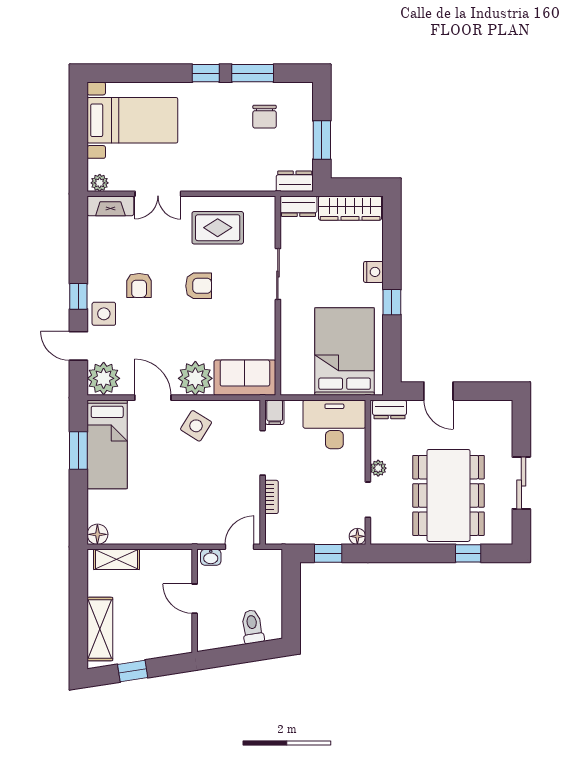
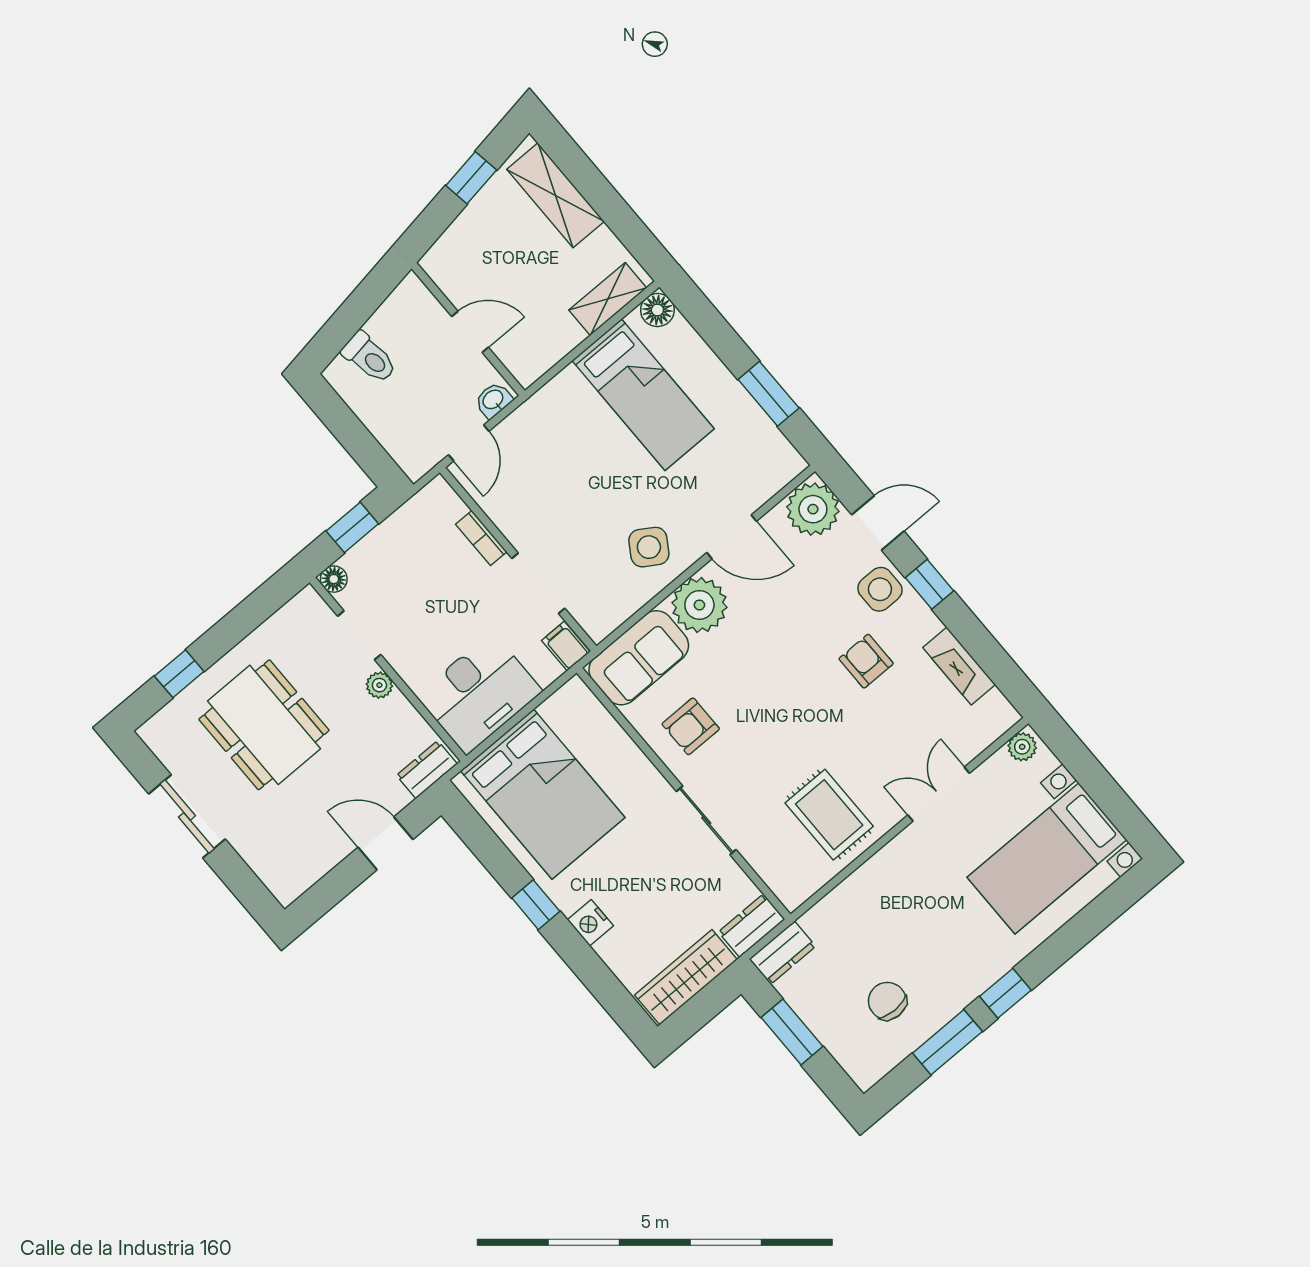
fireplace: (110, 206) -> (959, 666), moved, turned -90
rug: (218, 228) -> (829, 815), turned 90
armchair: (199, 286) -> (691, 726), moved
bed: (107, 444) -> (643, 395), moved, turned 180
dining table: (448, 495) -> (264, 725), width x0.73, depth x0.80

